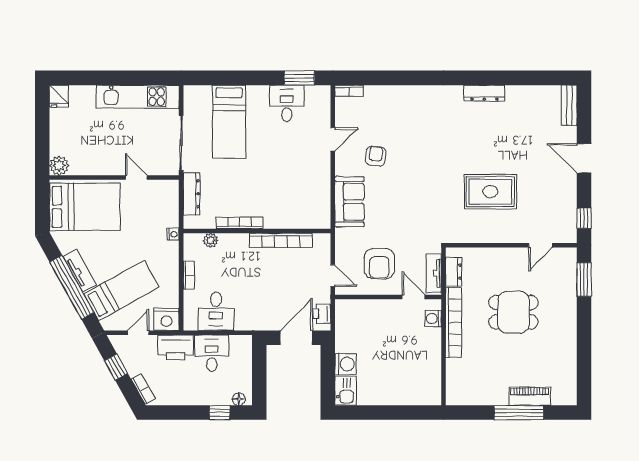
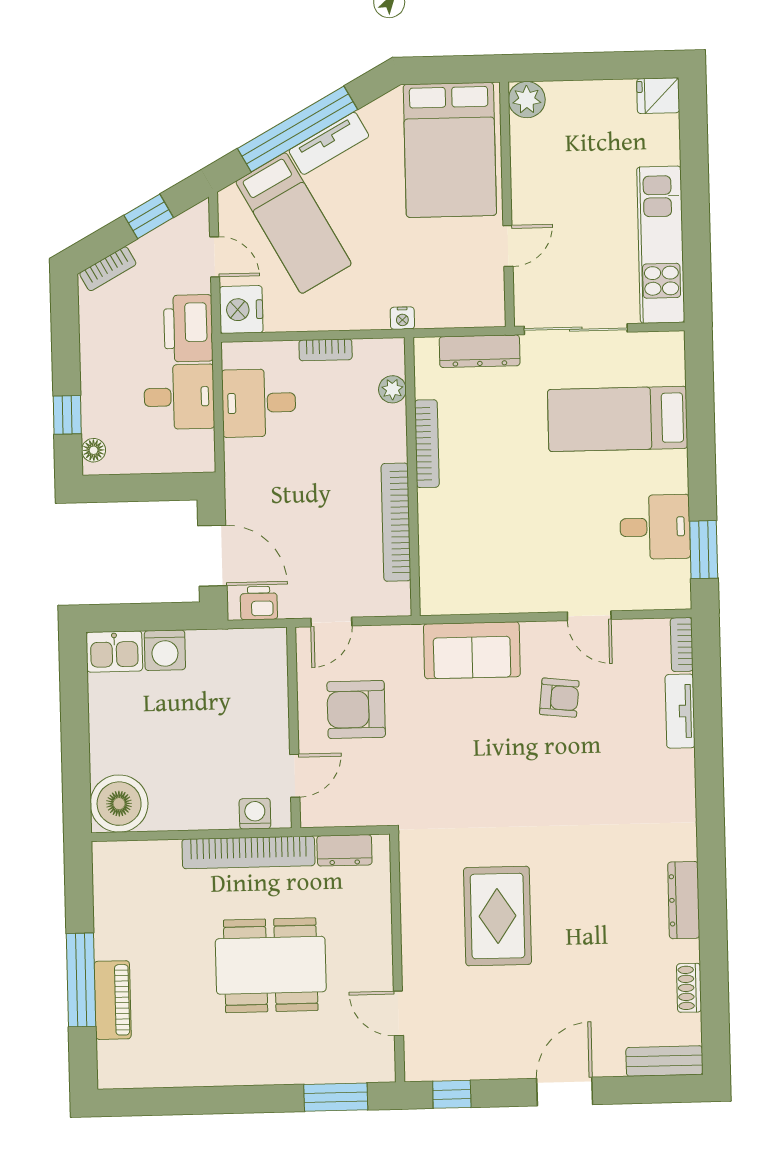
shoe rack: (531, 91) -> (689, 988), added
tv unit: (434, 273) -> (680, 711), moved, turned -90
dining table: (513, 312) -> (271, 965), width x1.38
boiler: (426, 390) -> (119, 804), added

